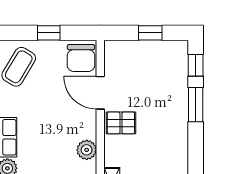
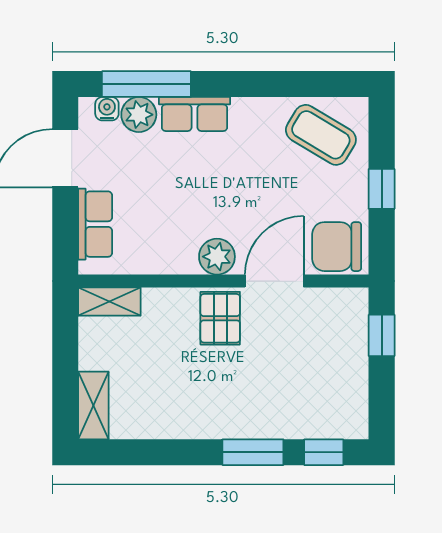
window: (150, 33) -> (382, 335), moved
plant: (87, 150) -> (217, 257), moved

